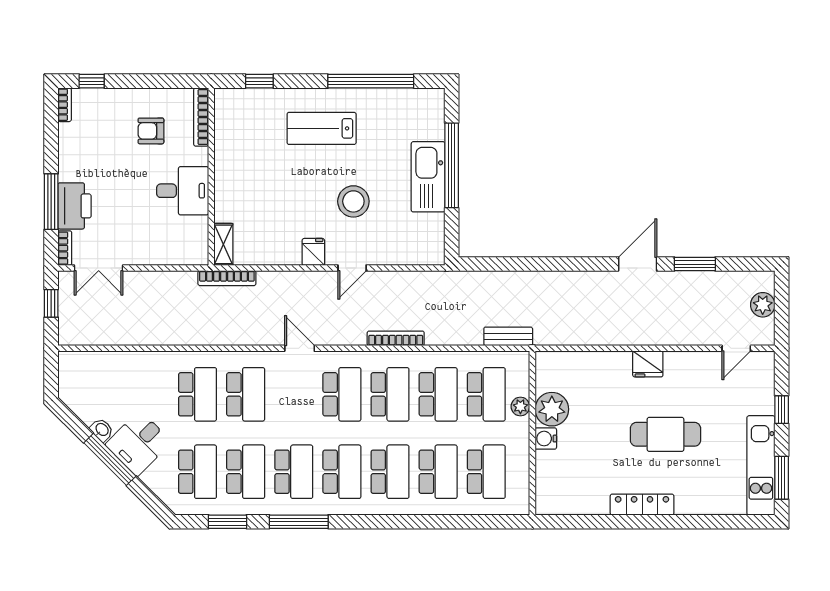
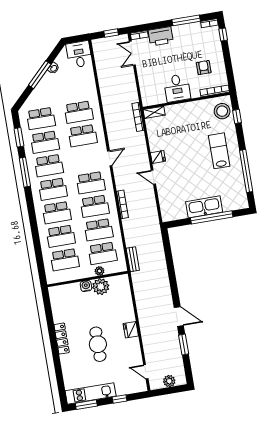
stool: (353, 201) -> (222, 111), moved
window: (51, 202) -> (186, 20), moved
desk: (139, 443) -> (79, 54), moved, turned 45

